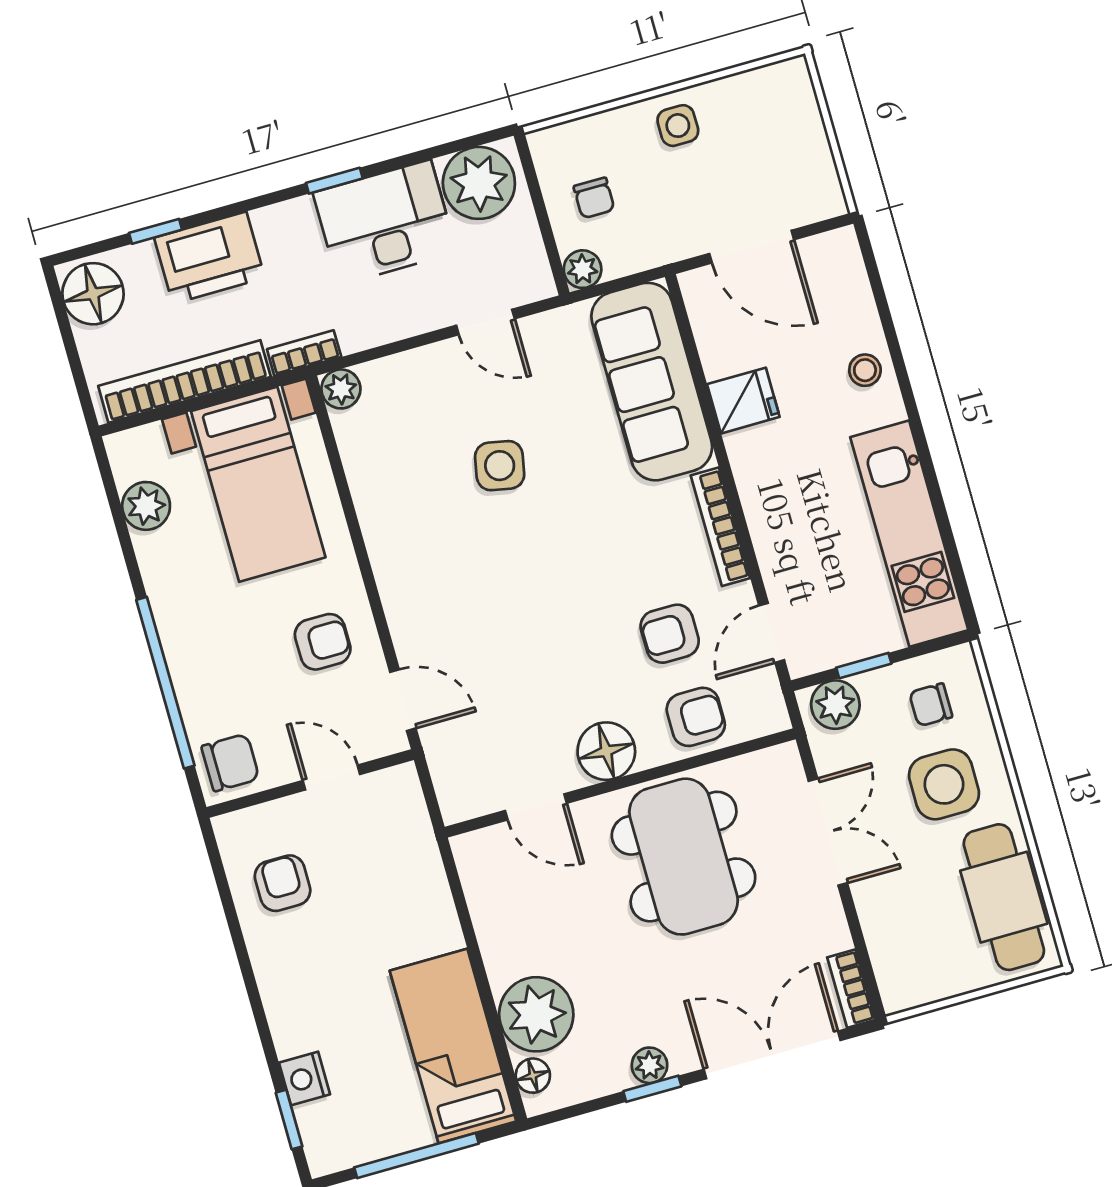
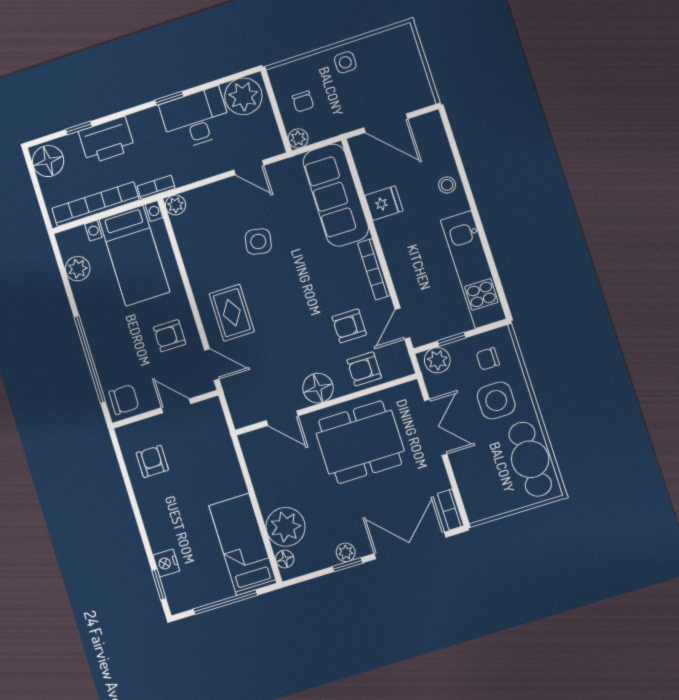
rug: (444, 601) -> (232, 313), added
armchair: (323, 642) -> (170, 336), turned 180
armchair: (696, 717) -> (364, 369), turned 180
dining table: (684, 857) -> (360, 442), turned 90

